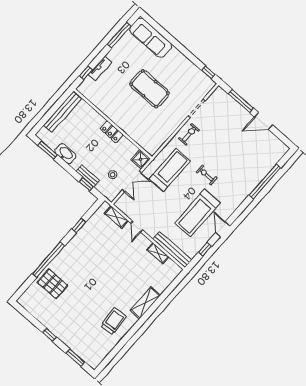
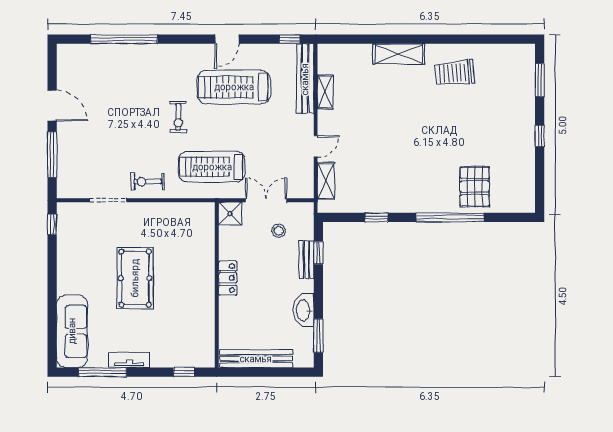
tv unit: (100, 68) -> (129, 360), moved
treadmill: (198, 213) -> (234, 87), turned 180
window: (205, 249) -> (290, 39), moved

